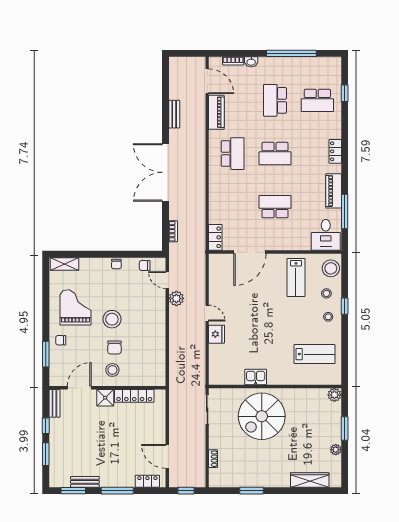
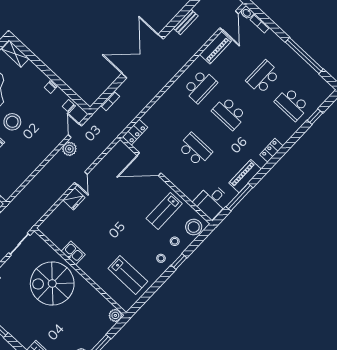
washbasin: (251, 62) -> (247, 13), moved

